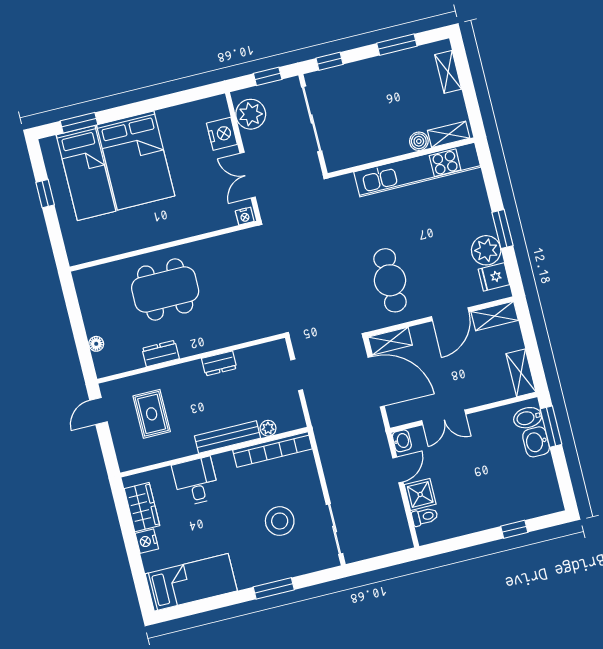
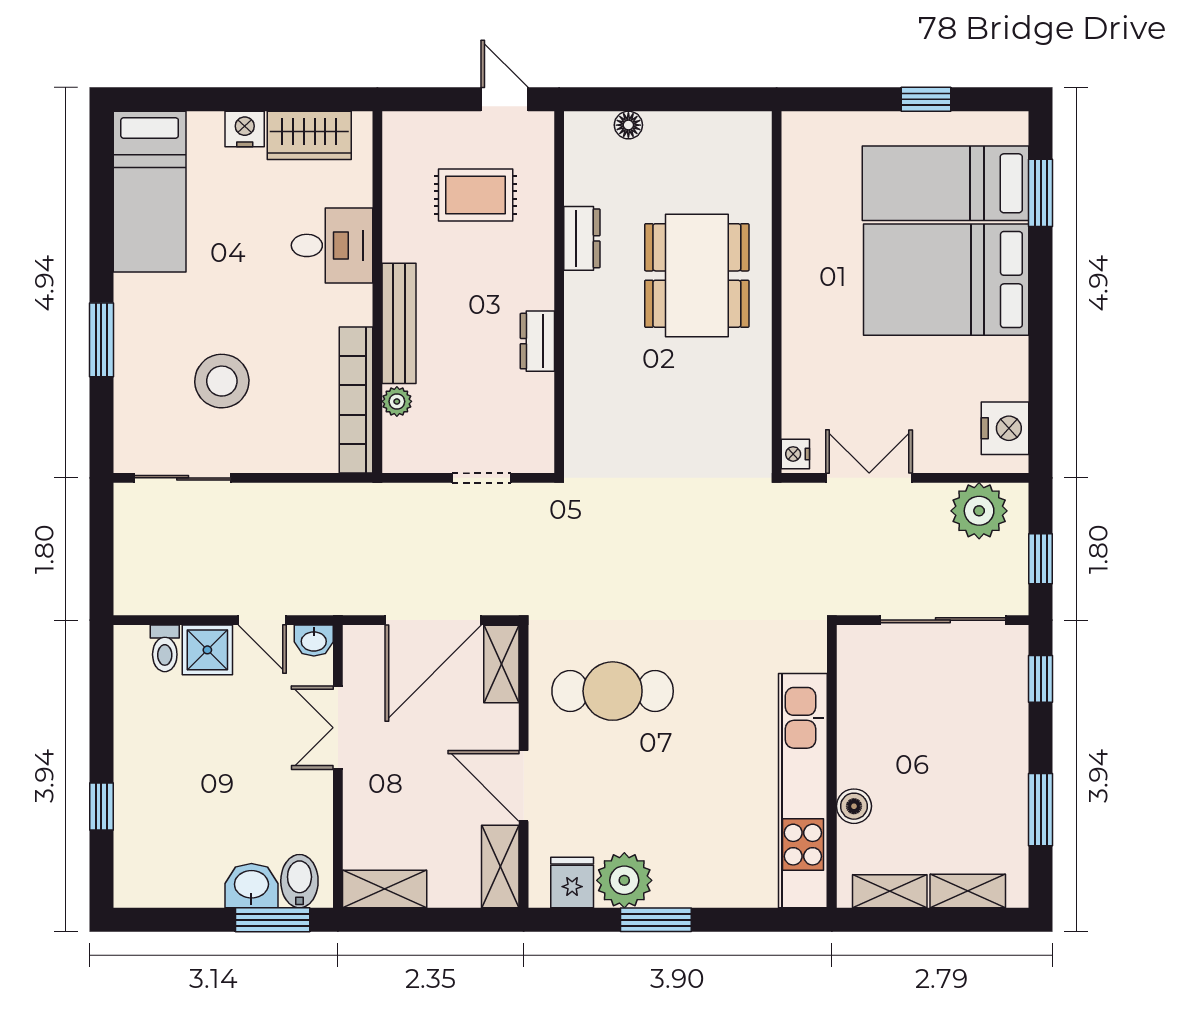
nightstand: (222, 134) -> (1005, 428), moved, turned -90
shelving: (449, 134) -> (890, 891), moved, turned 90

